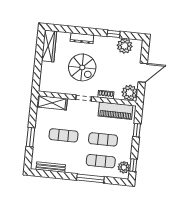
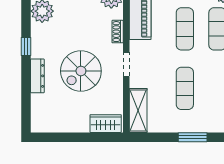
window: (114, 34) -> (26, 46), moved
wardrobe: (49, 46) -> (106, 124), moved, width x0.67
spiral stairs: (82, 67) -> (81, 71), turned 180

